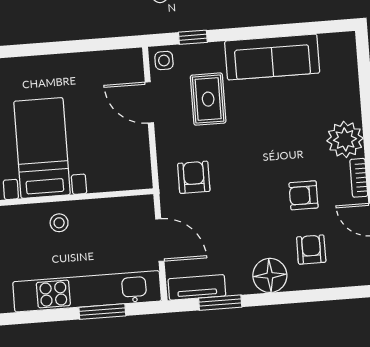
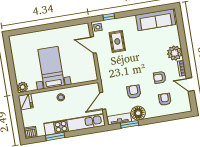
sofa: (272, 57) -> (156, 20), moved
armchair: (194, 177) -> (134, 92), moved
door: (160, 240) -> (103, 101), swing flipped
floor lamp: (270, 275) -> (138, 113), moved
window: (102, 312) -> (55, 137), moved

